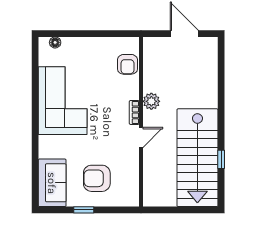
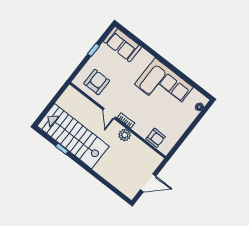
armchair: (127, 64) -> (156, 138), turned 180
armchair: (97, 178) -> (97, 82), moved

